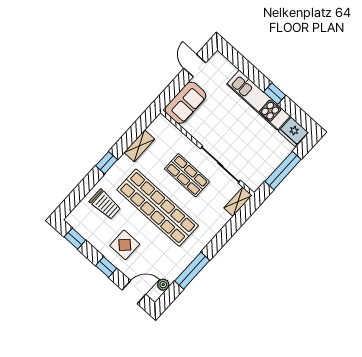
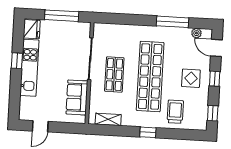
sofa: (186, 103) -> (77, 97), moved, turned -90
shelving: (139, 146) -> (108, 119), moved
shelving: (238, 202) -> (105, 28), removed

